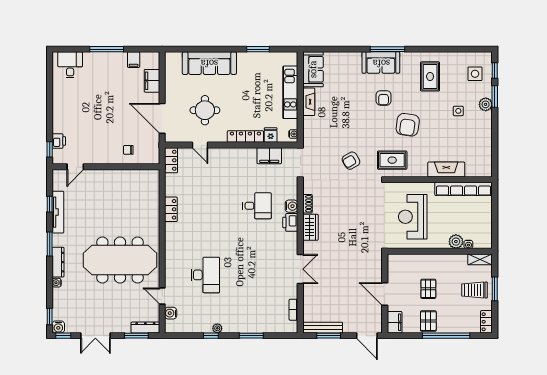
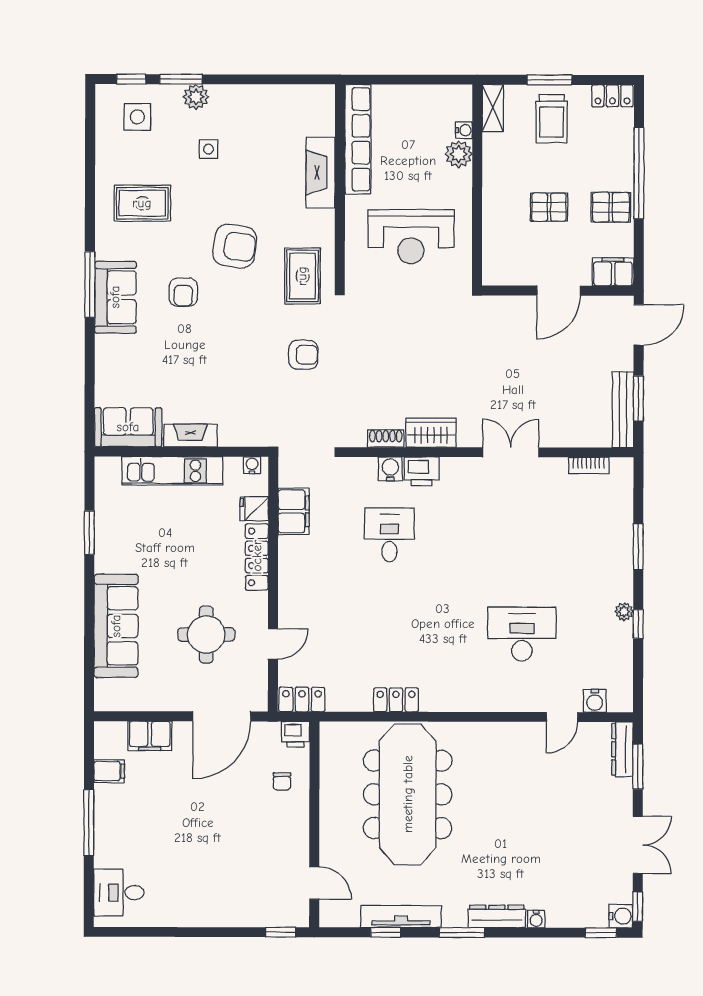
armchair: (384, 98) -> (183, 292), turned 90
printer: (59, 141) -> (296, 734), moved, turned 180
armchair: (351, 161) -> (303, 355), turned -60
meeting table: (120, 260) -> (408, 794), moved

